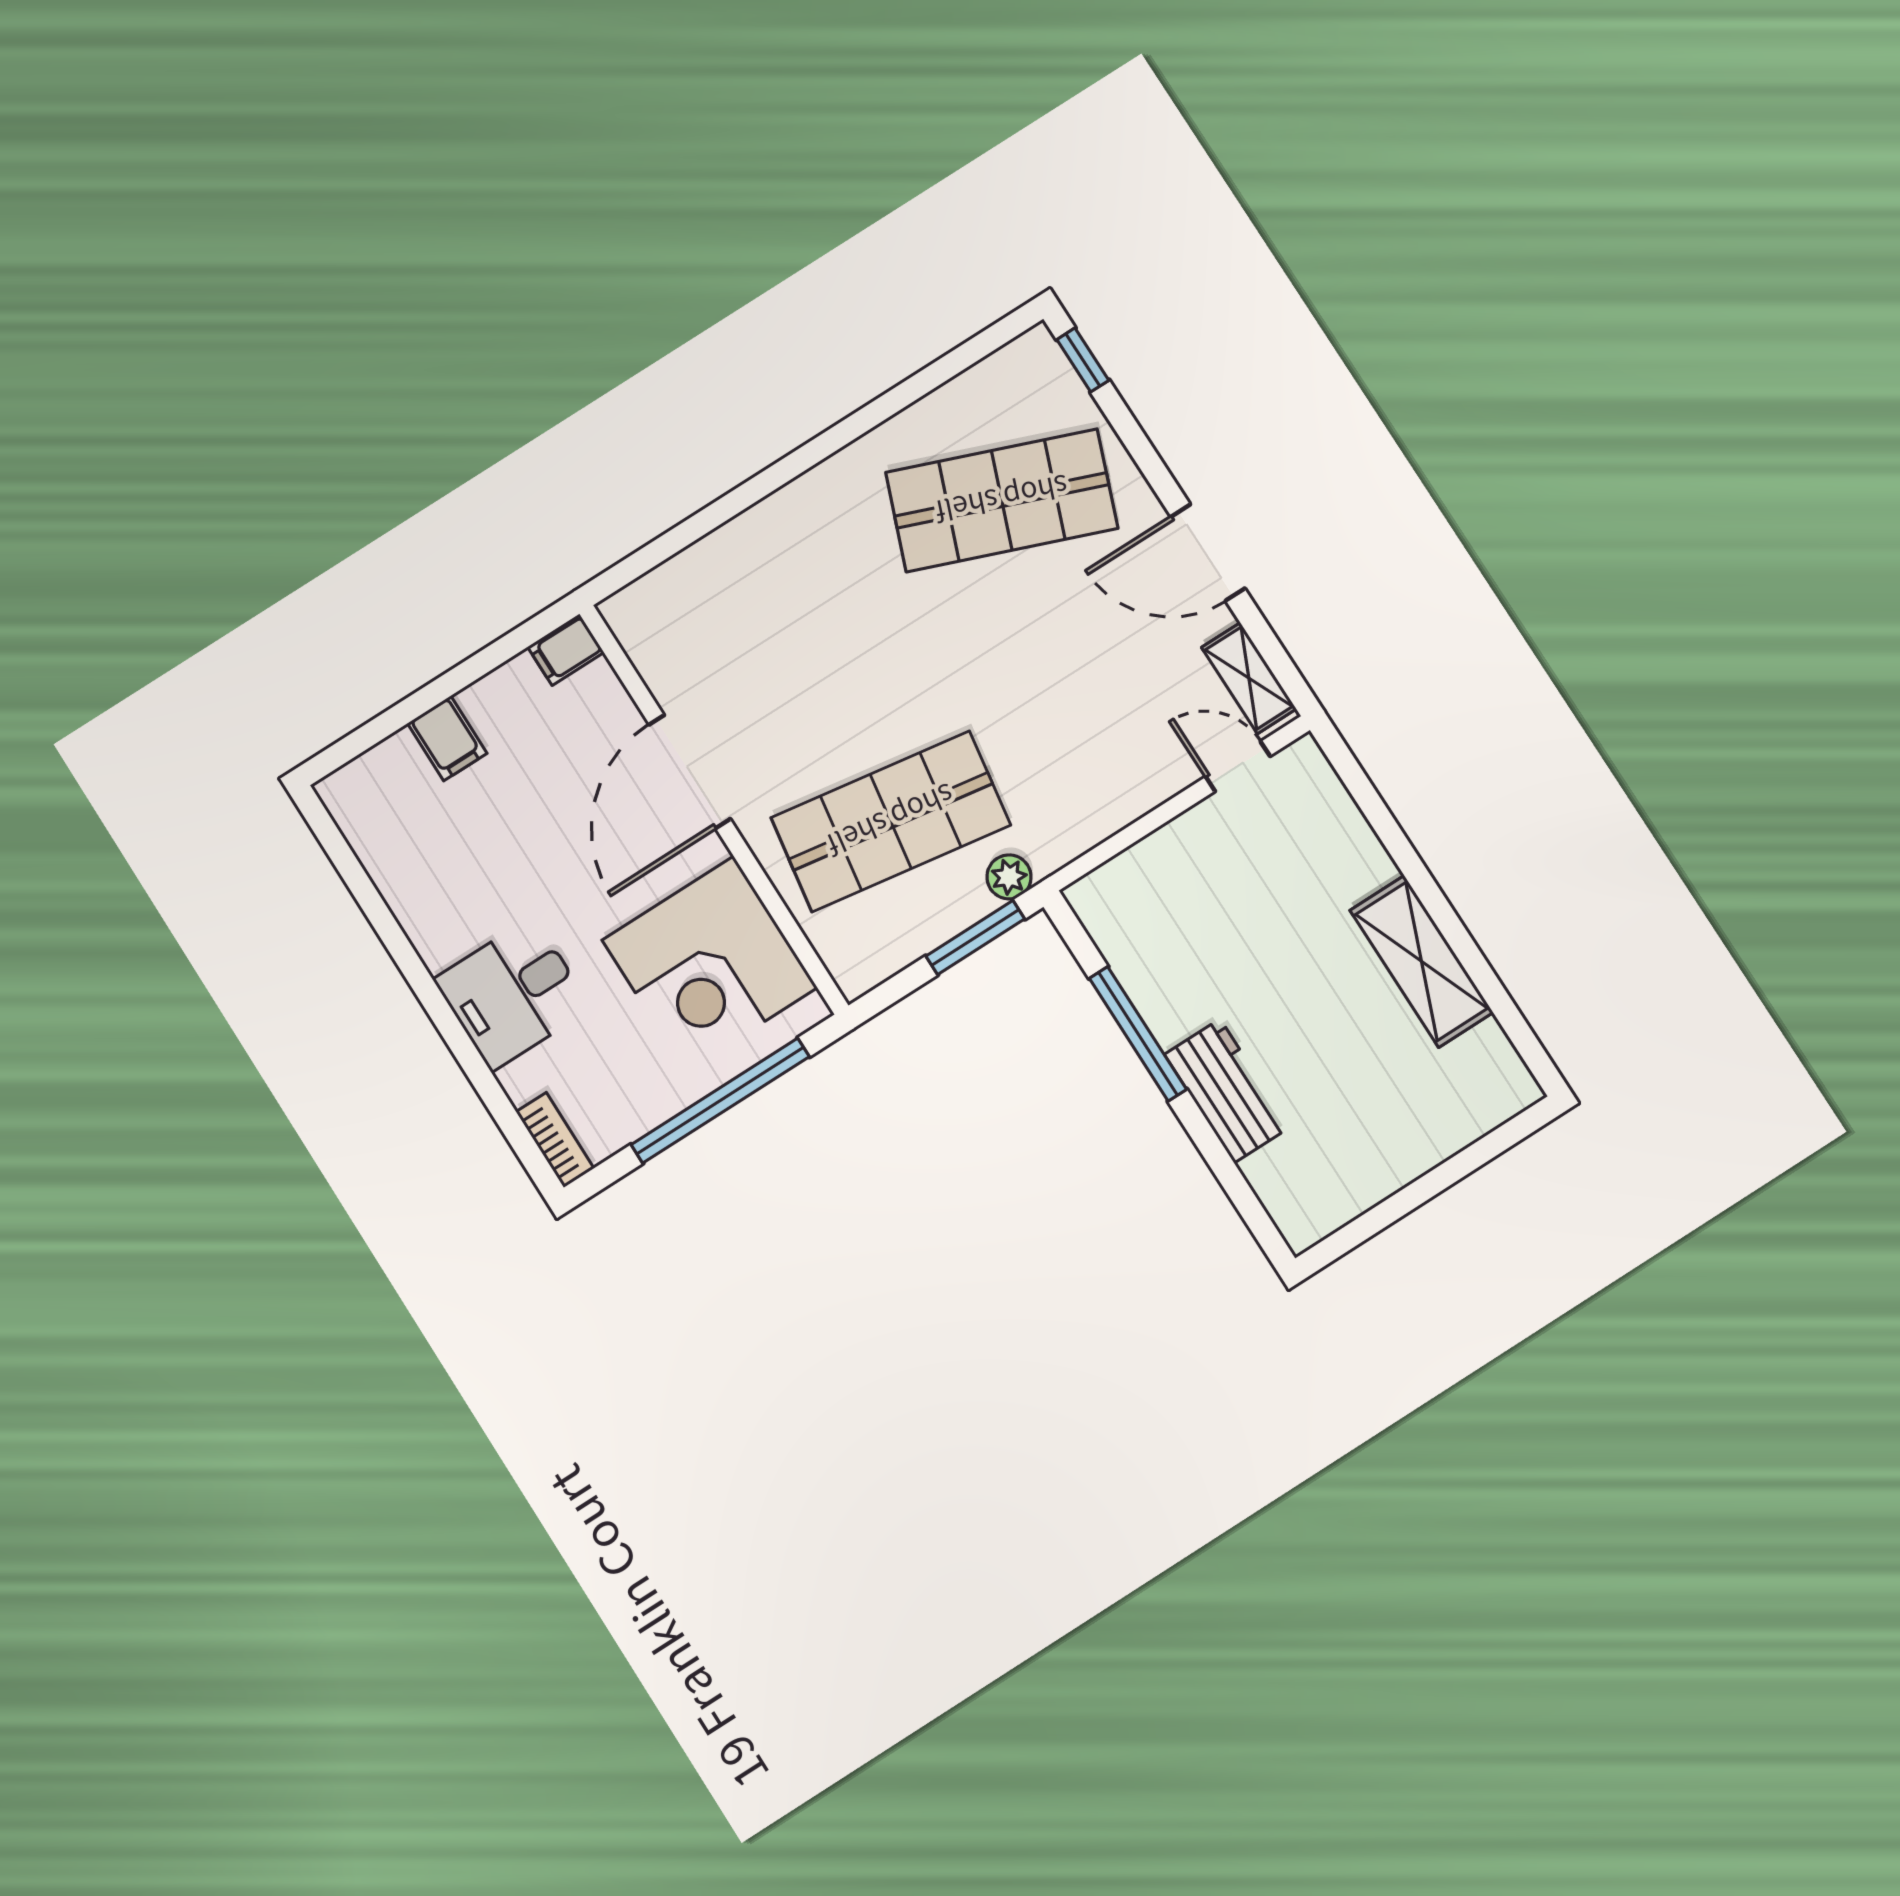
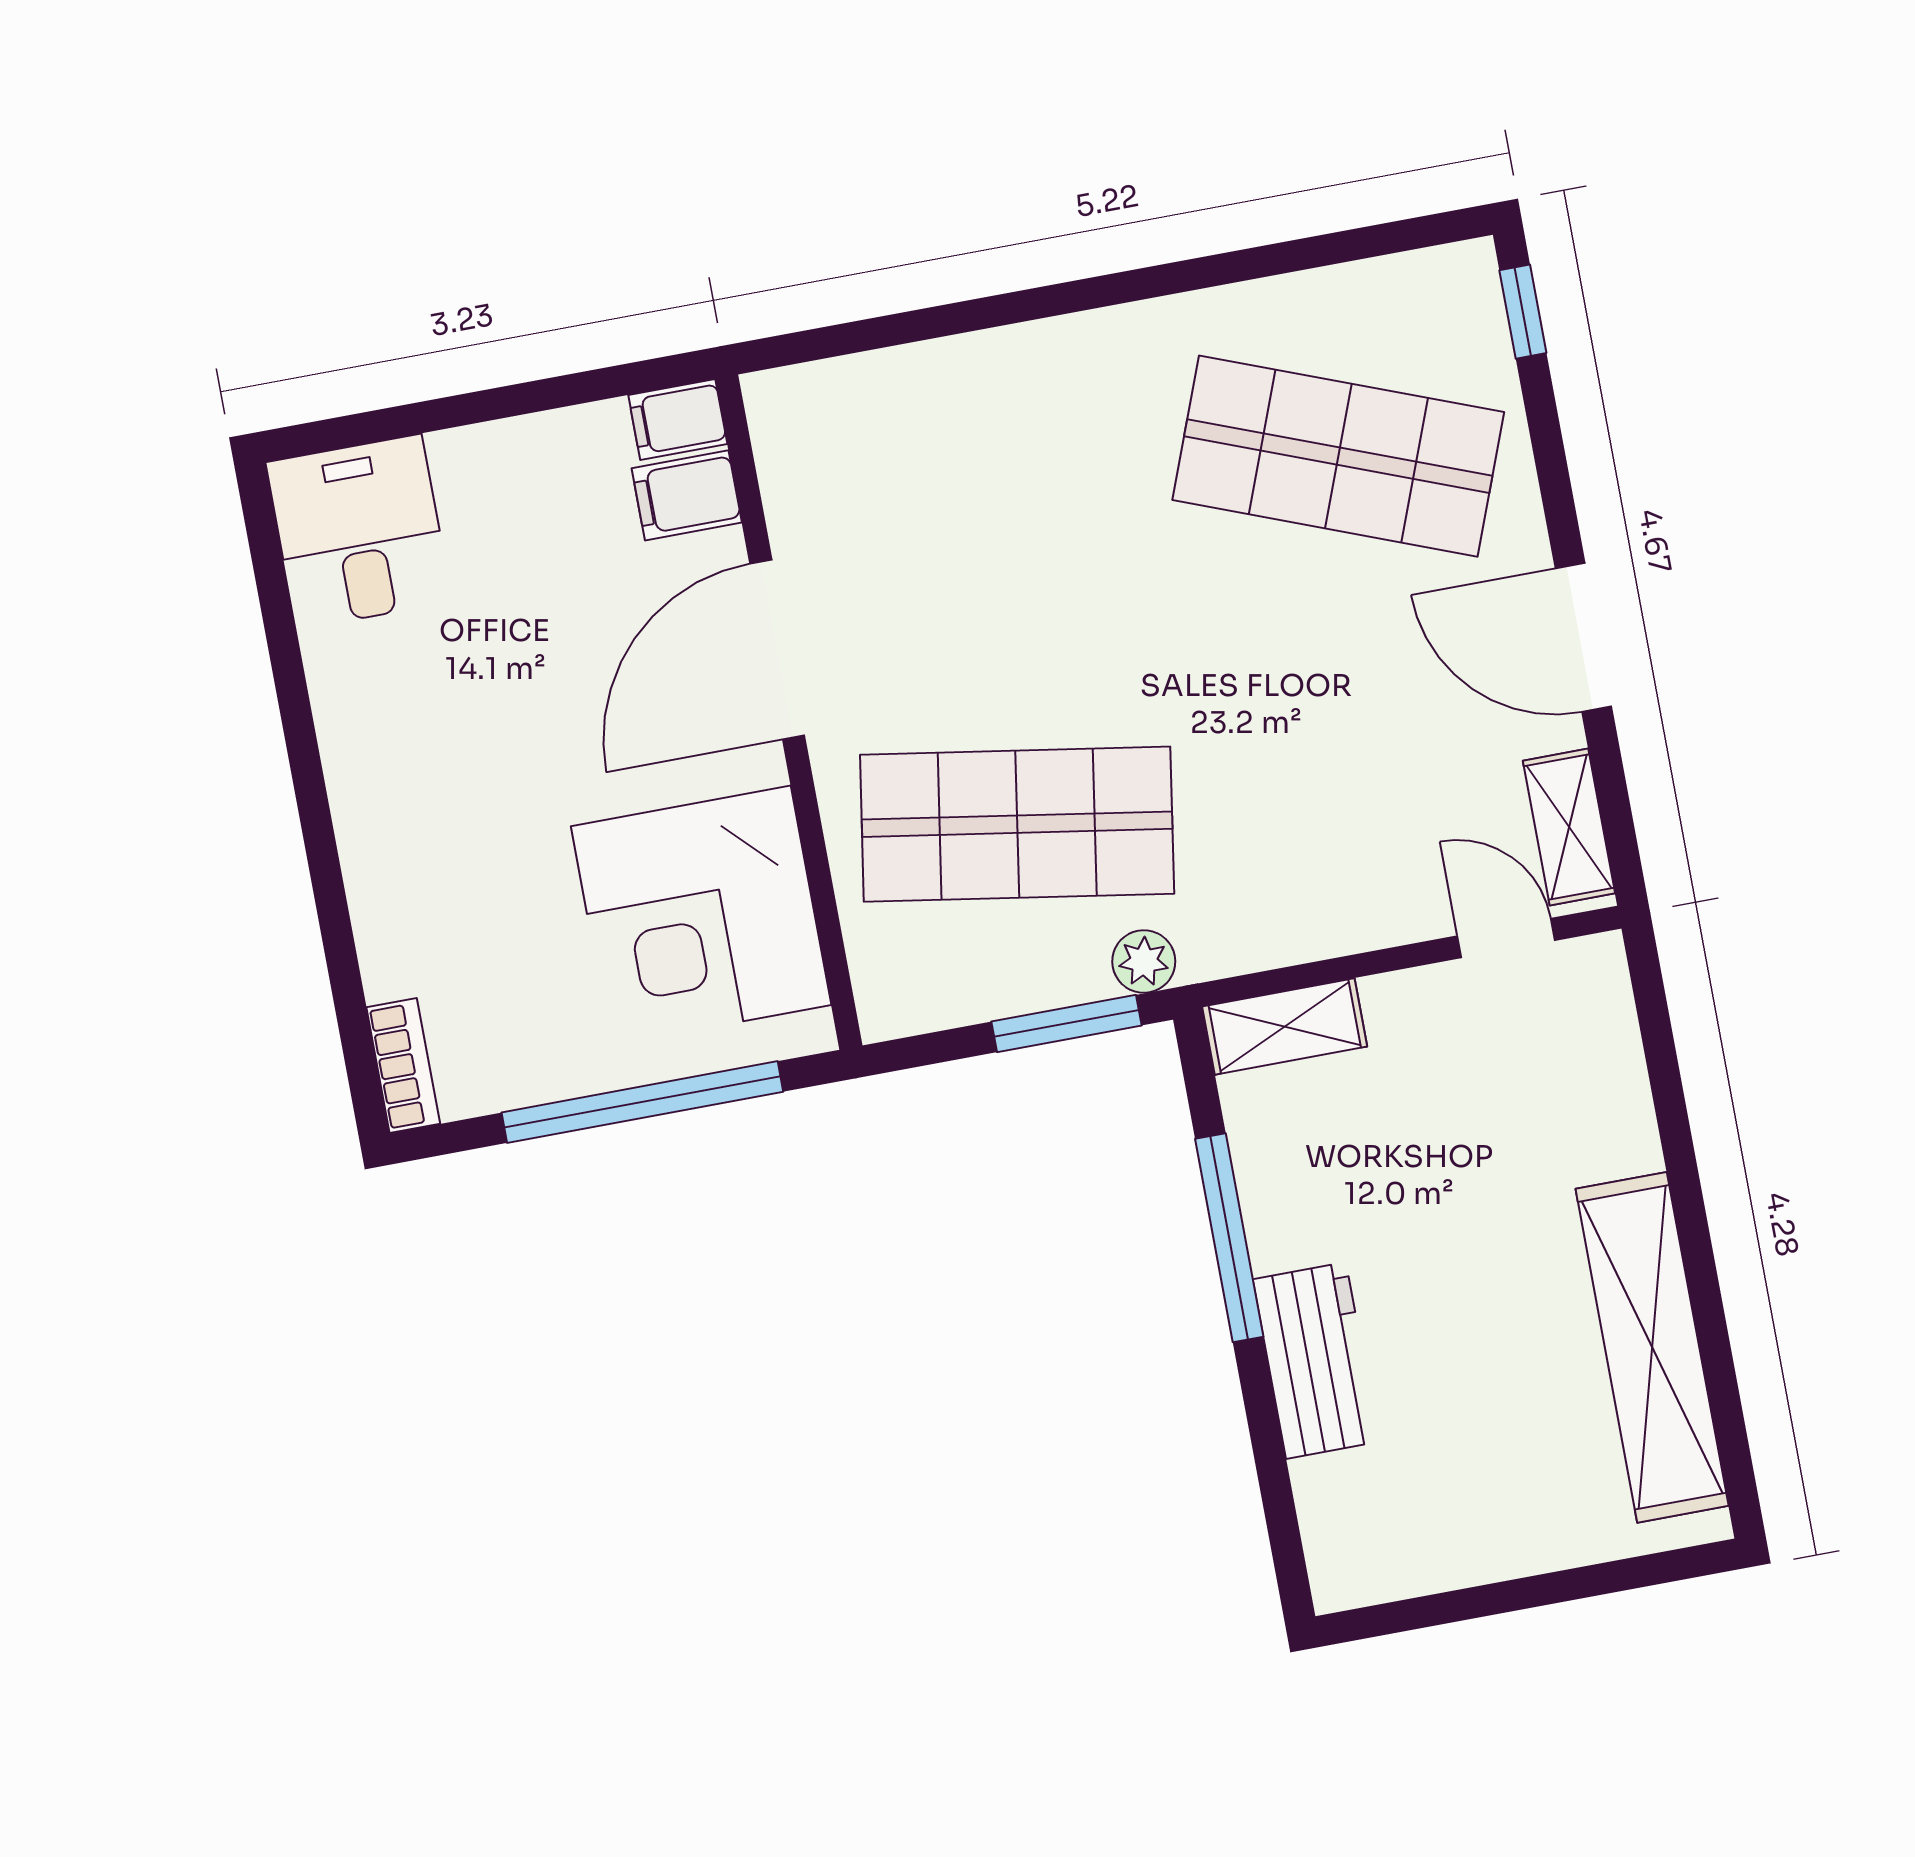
filing cabinet: (447, 738) -> (687, 495), moved, turned 90
shelving: (1118, 882) -> (1285, 1026), added
shelving: (1422, 961) -> (1652, 1347), width x1.47
desk: (513, 994) -> (359, 532), moved, turned 90

